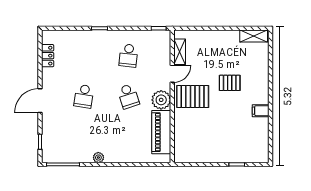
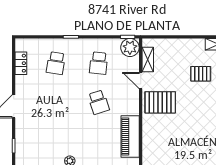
door: (172, 74) -> (141, 81), swing flipped
pallet: (230, 83) -> (201, 74), moved
school desk: (84, 96) -> (56, 63), moved
plant: (161, 100) -> (130, 47), moved

